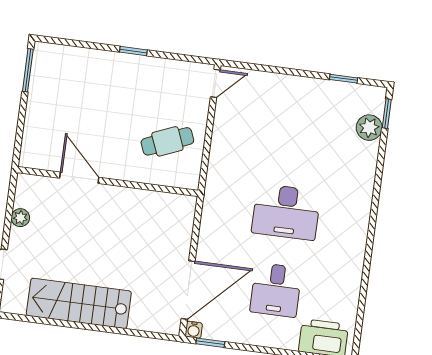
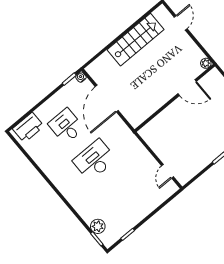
door: (215, 83) -> (167, 171), moved
cafe table: (167, 141) -> (169, 138), removed
plant: (20, 218) -> (206, 63), moved
door: (188, 290) -> (107, 99), moved

